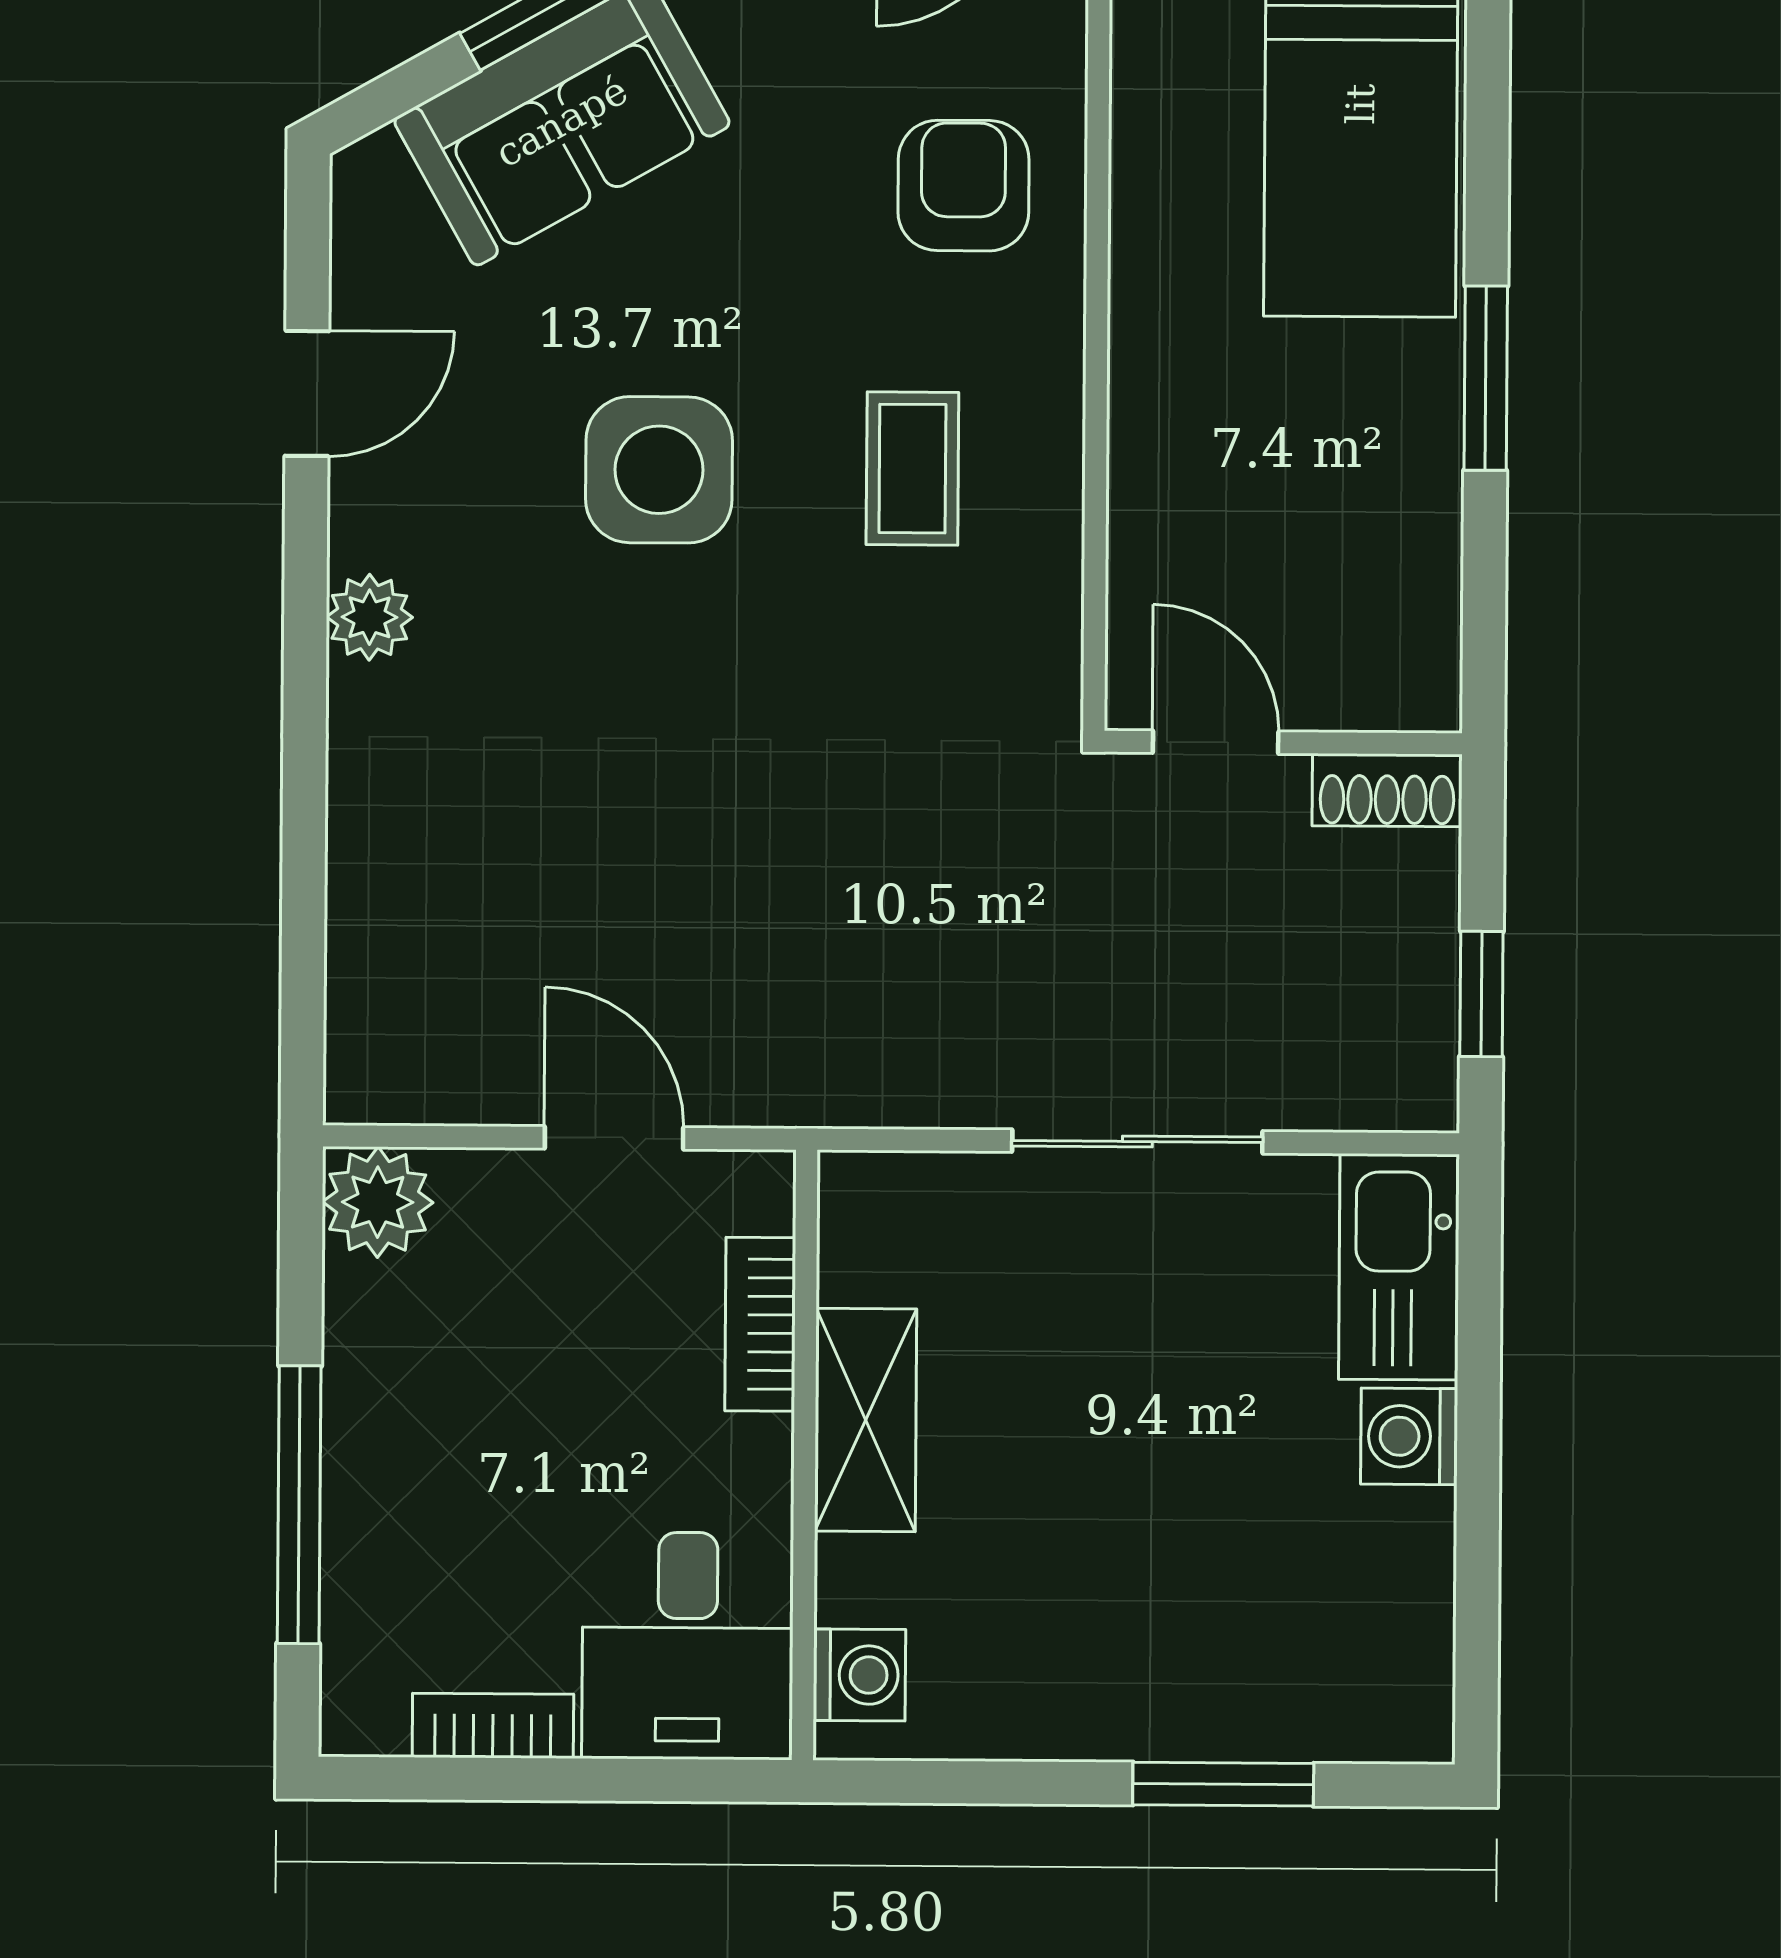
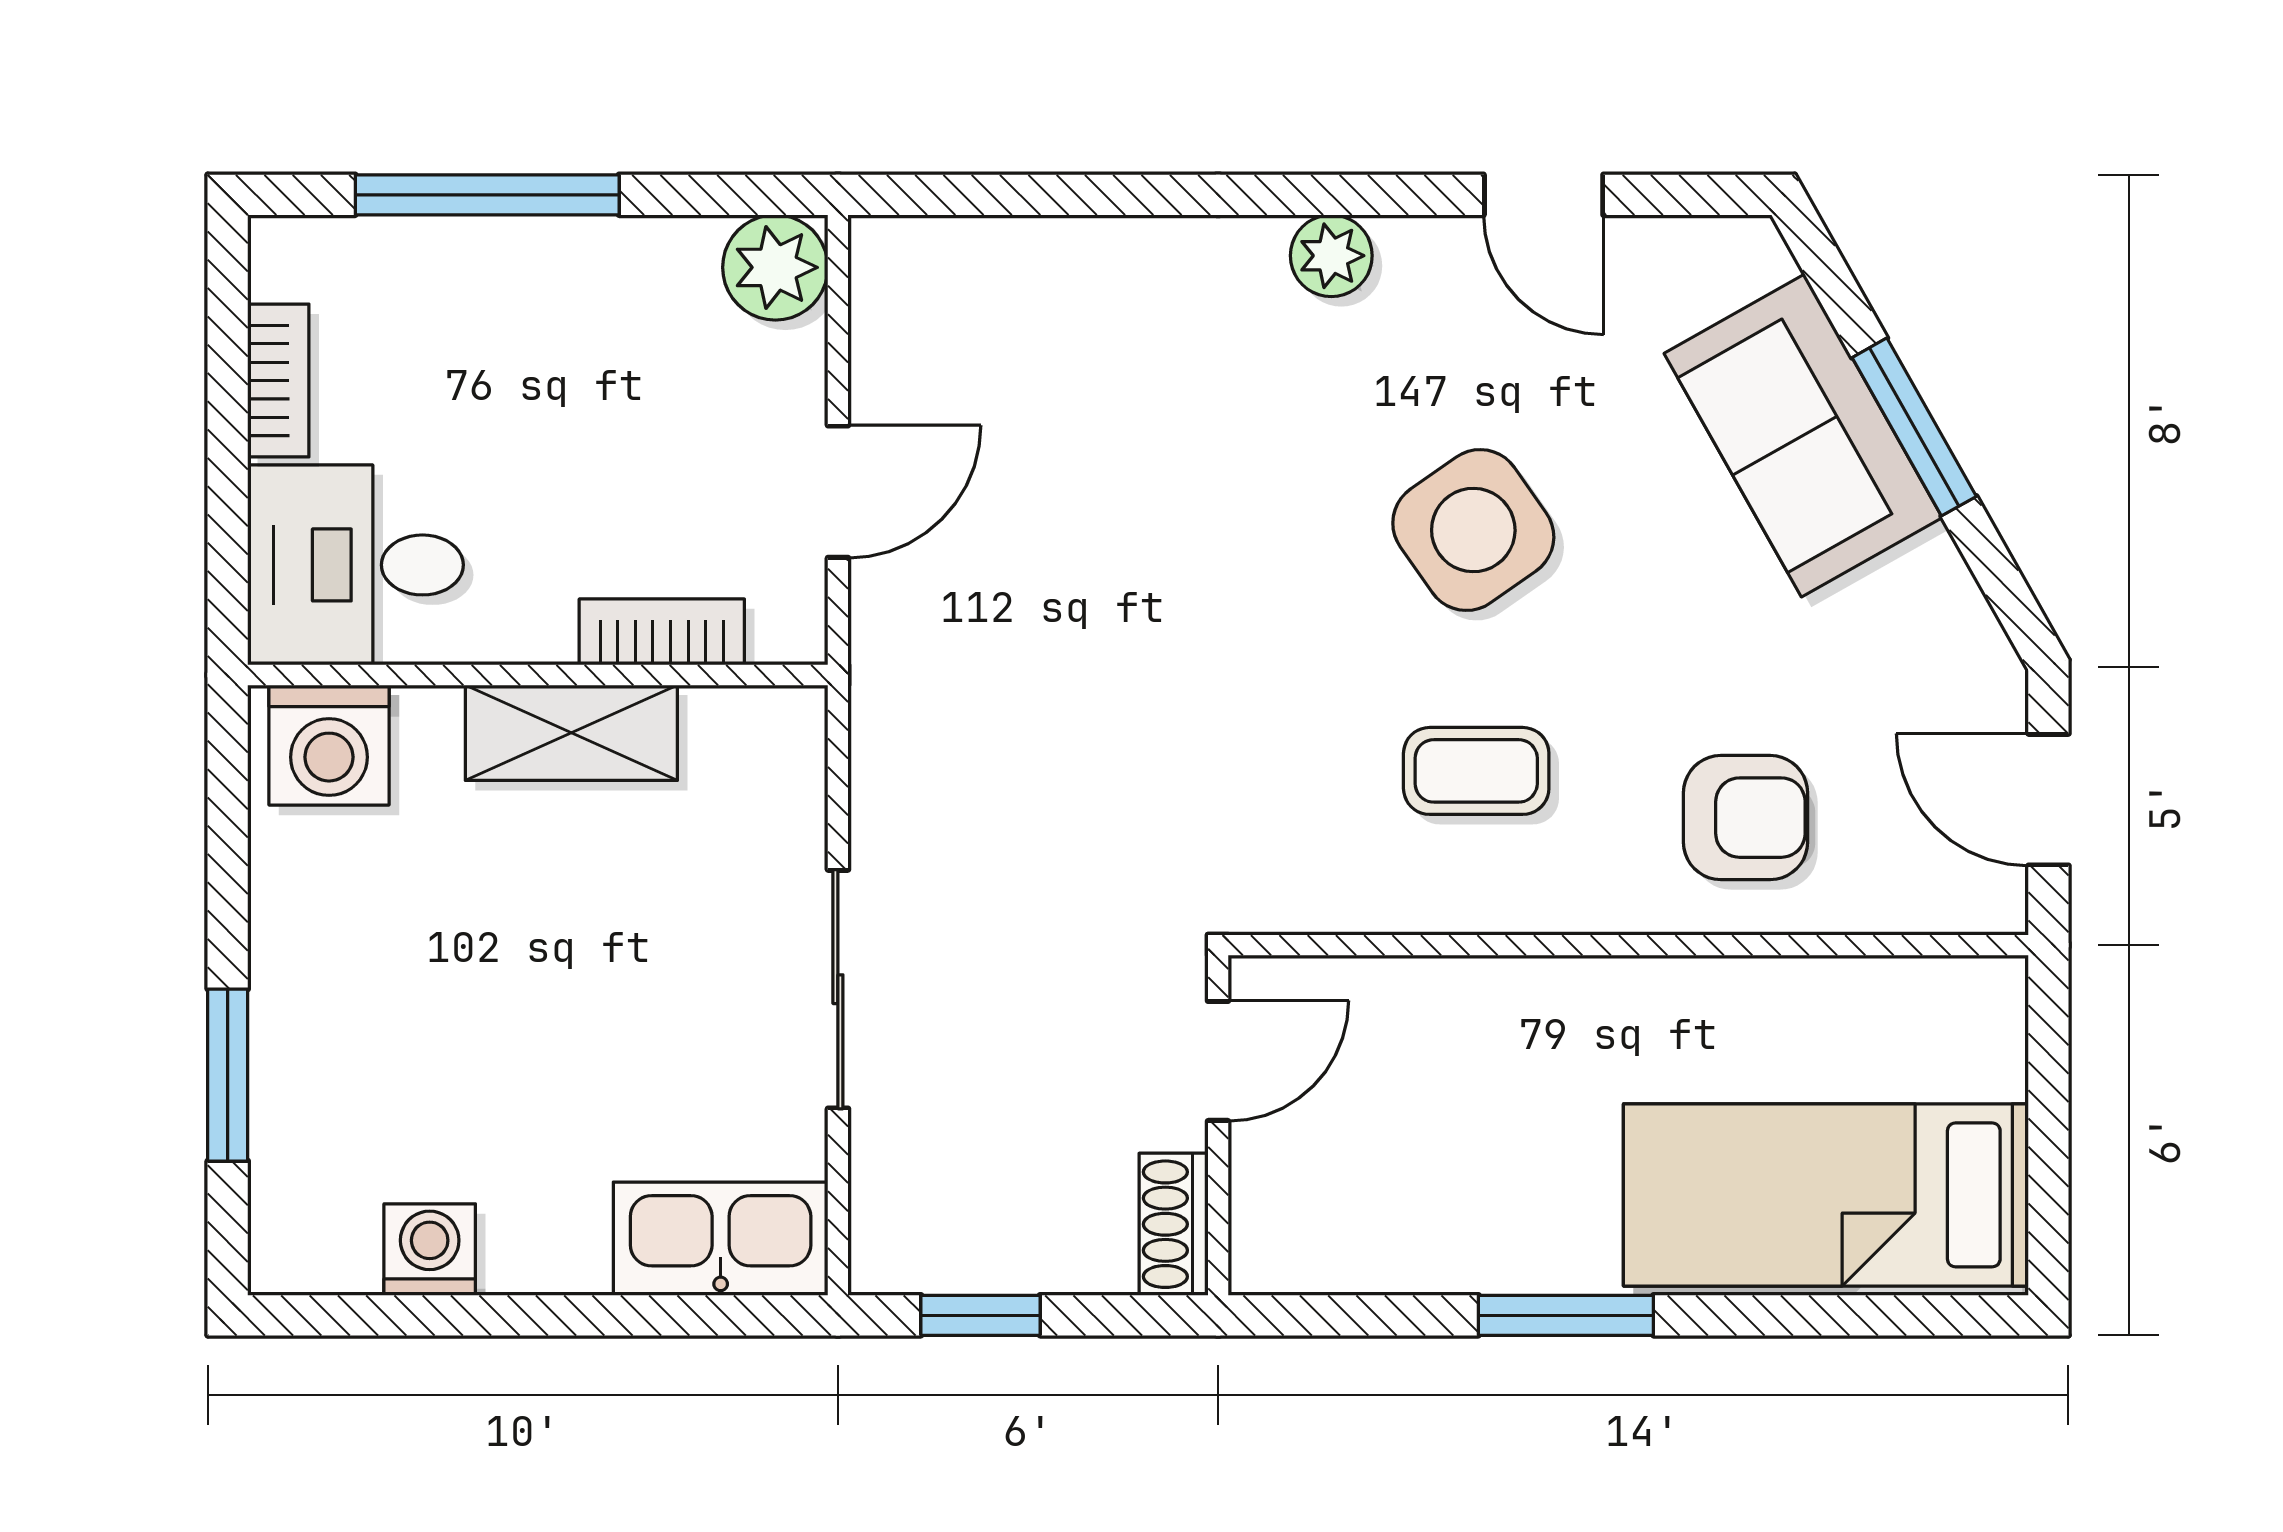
side table: (659, 470) -> (1473, 530), turned -35
washing machine: (1409, 1436) -> (430, 1250), moved
washing machine: (859, 1675) -> (329, 745), width x1.38, depth x1.38

